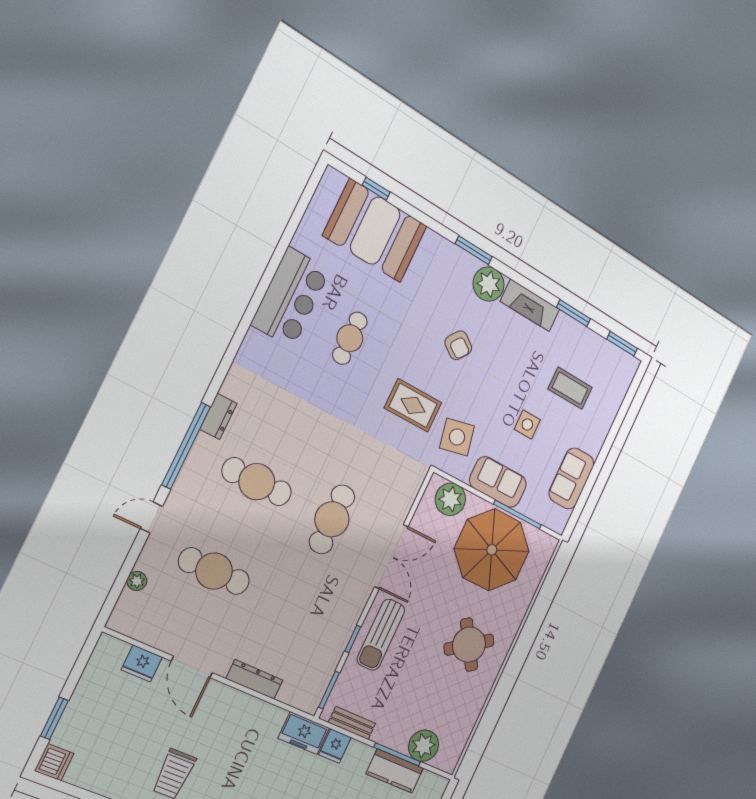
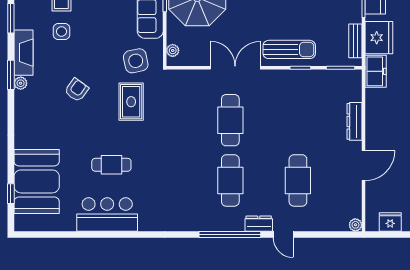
window: (474, 250) -> (11, 75), moved
plant: (489, 284) -> (21, 83), width x0.53, depth x0.53
dresser: (218, 416) -> (259, 224), moved
side table: (527, 425) -> (61, 31), moved
plant: (450, 499) -> (173, 50), width x0.53, depth x0.53
cafe table: (332, 519) -> (230, 120), turned 90
plant: (137, 581) -> (355, 225), moved
fridge: (142, 663) -> (390, 222), moved, turned -90
fridge: (335, 746) -> (379, 38), width x1.88, depth x1.34

